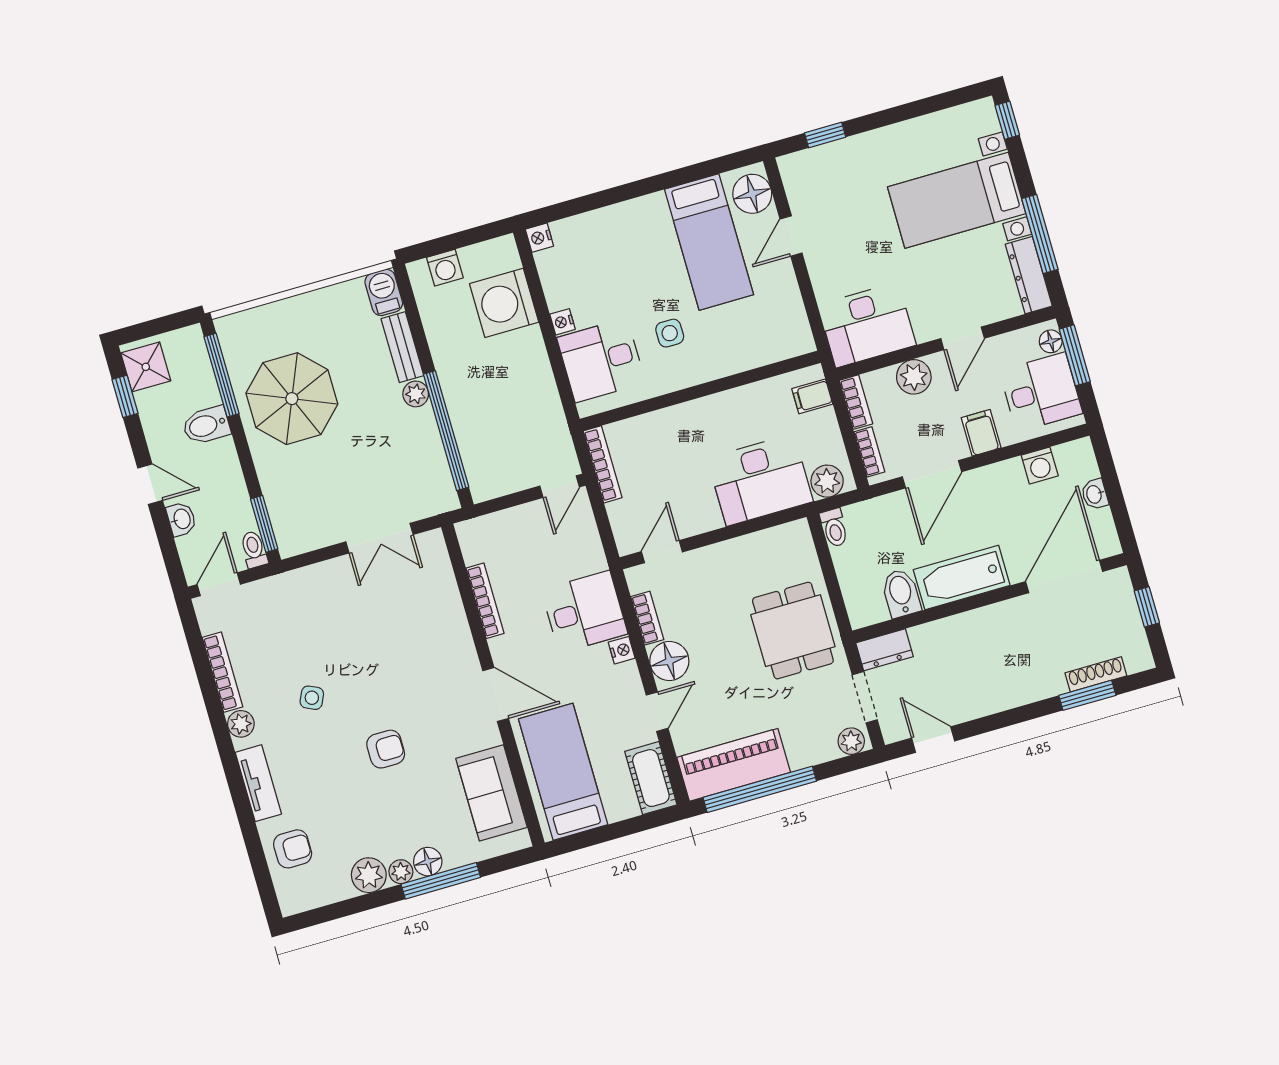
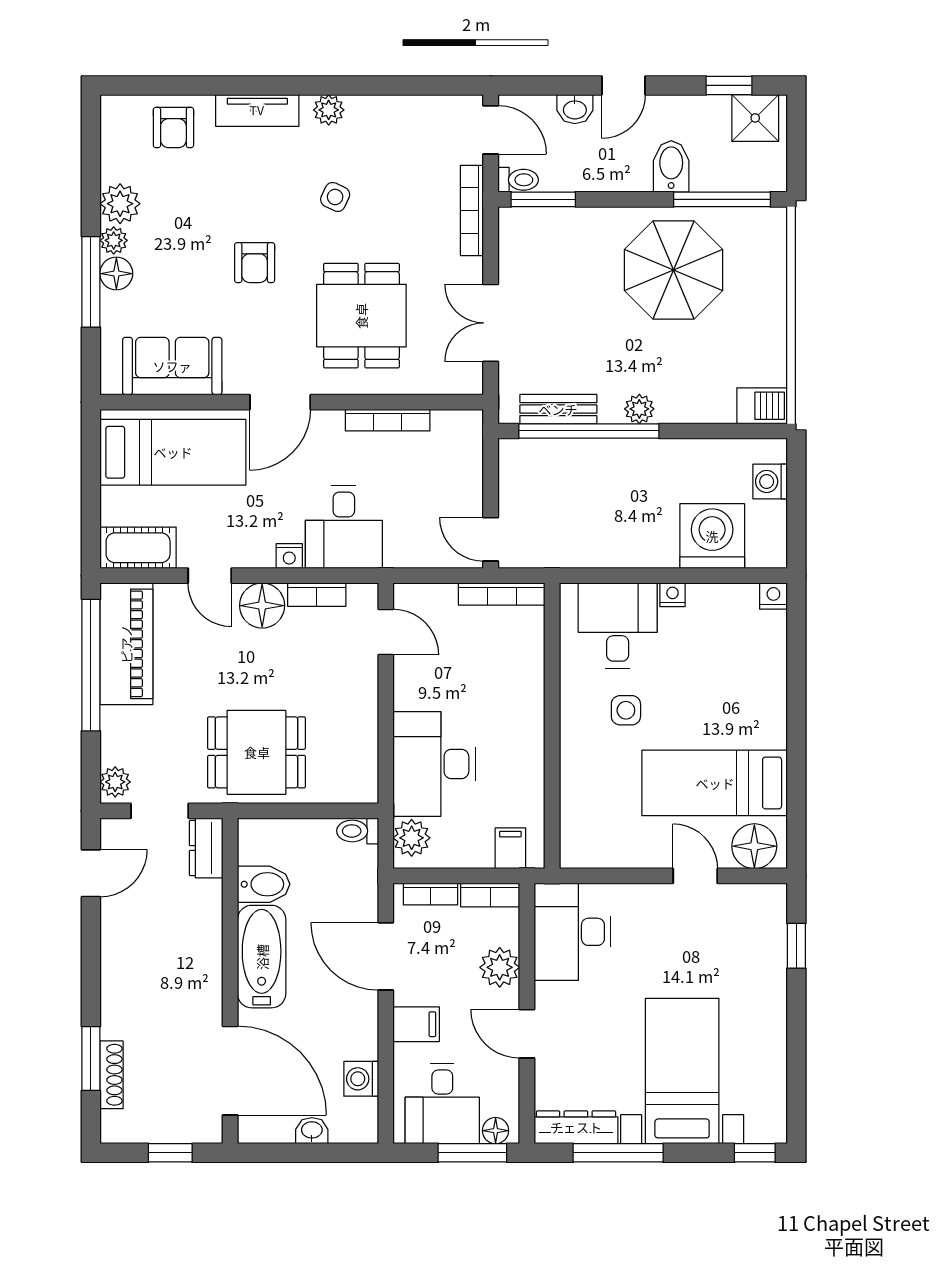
bench: (402, 347) -> (558, 409), moved
dining table: (404, 647) -> (361, 316), added
bookcase: (223, 672) -> (472, 211), moved, turned 90

